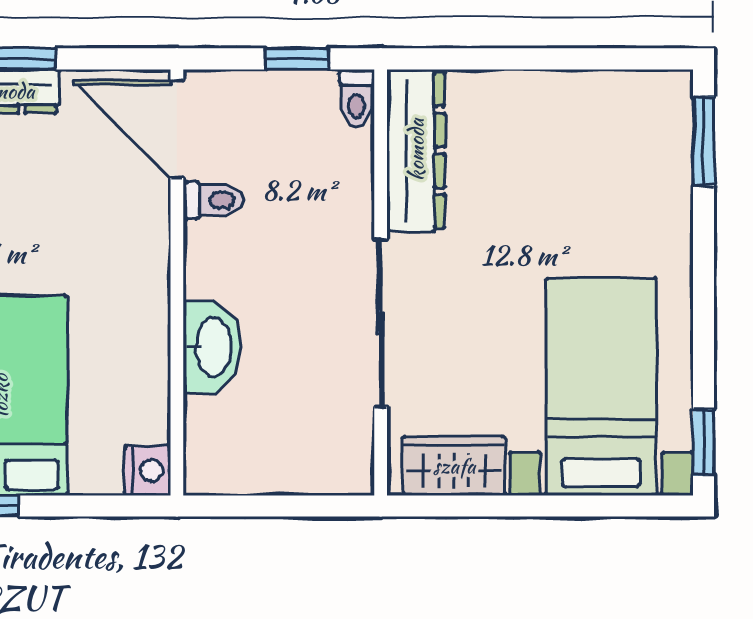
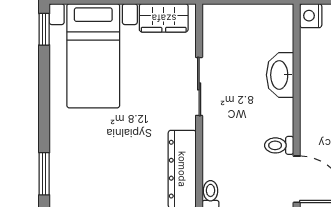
sliding door: (381, 323) -> (199, 86), width x0.73

